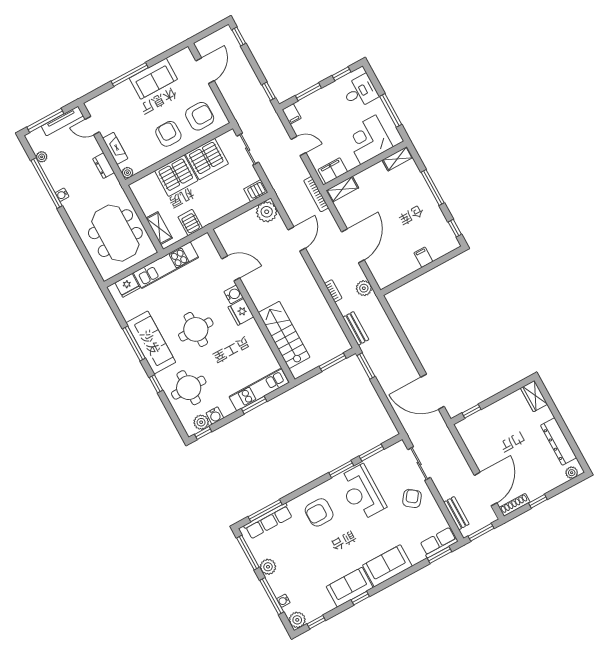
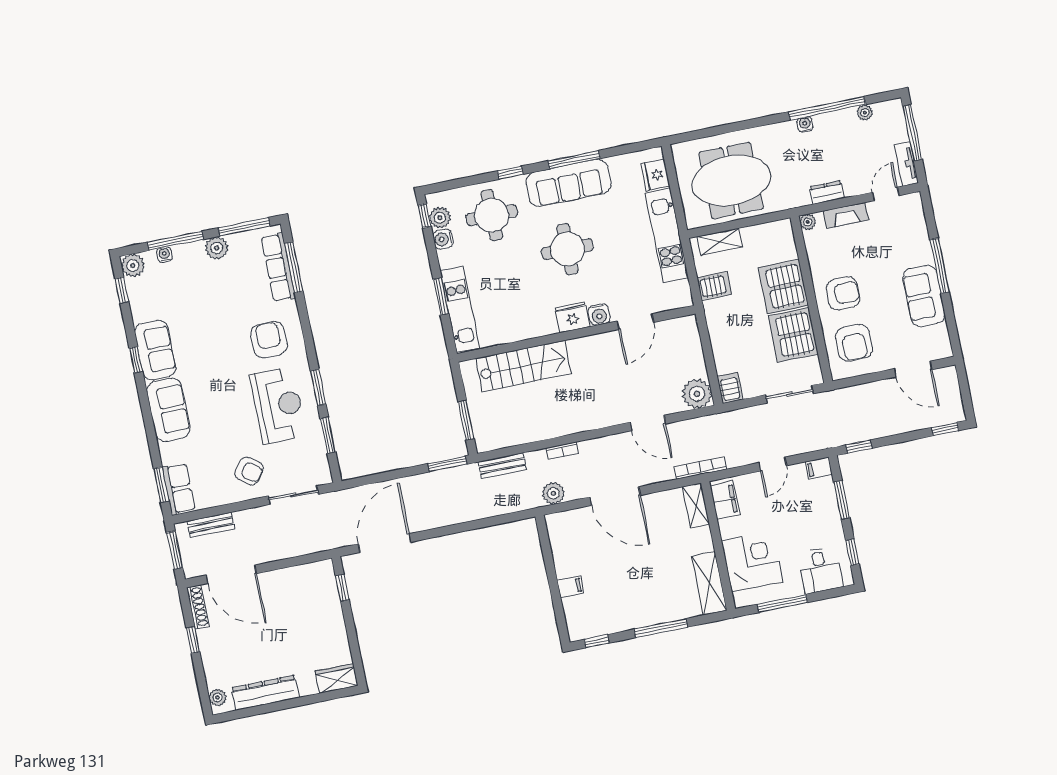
tv unit: (62, 121) -> (906, 164), width x0.71
shelving: (397, 159) -> (709, 583), width x1.50, depth x1.33
reception desk: (361, 493) -> (278, 405), turned 90

